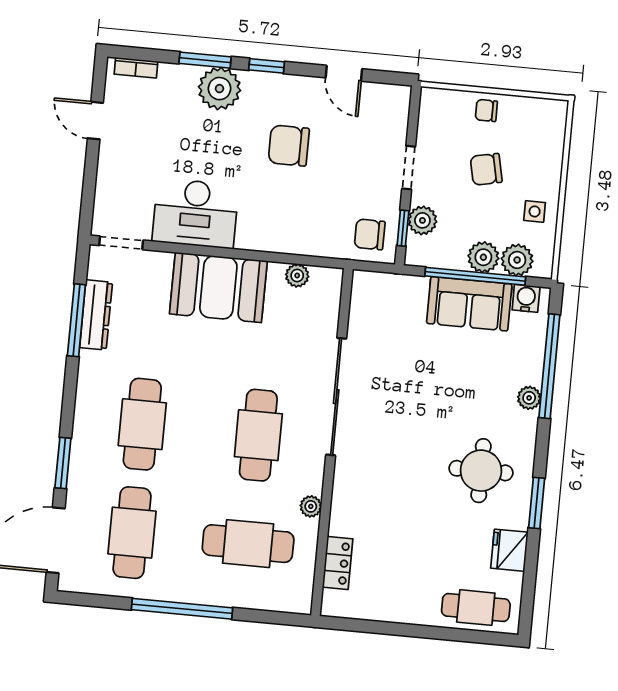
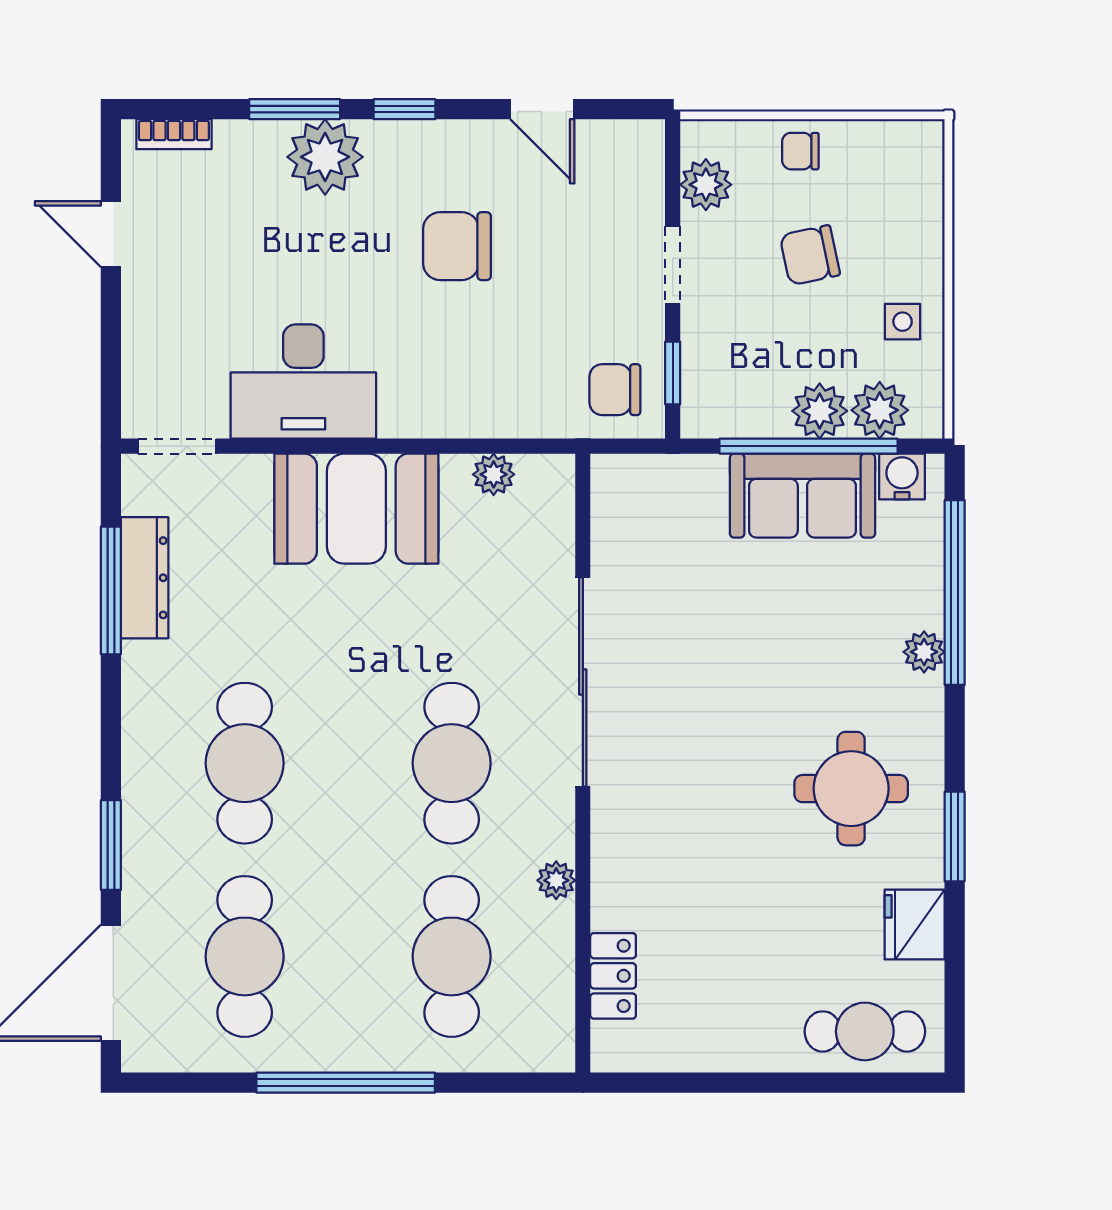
plant: (422, 220) -> (706, 185), moved
cafe table: (248, 544) -> (452, 956), turned 90

